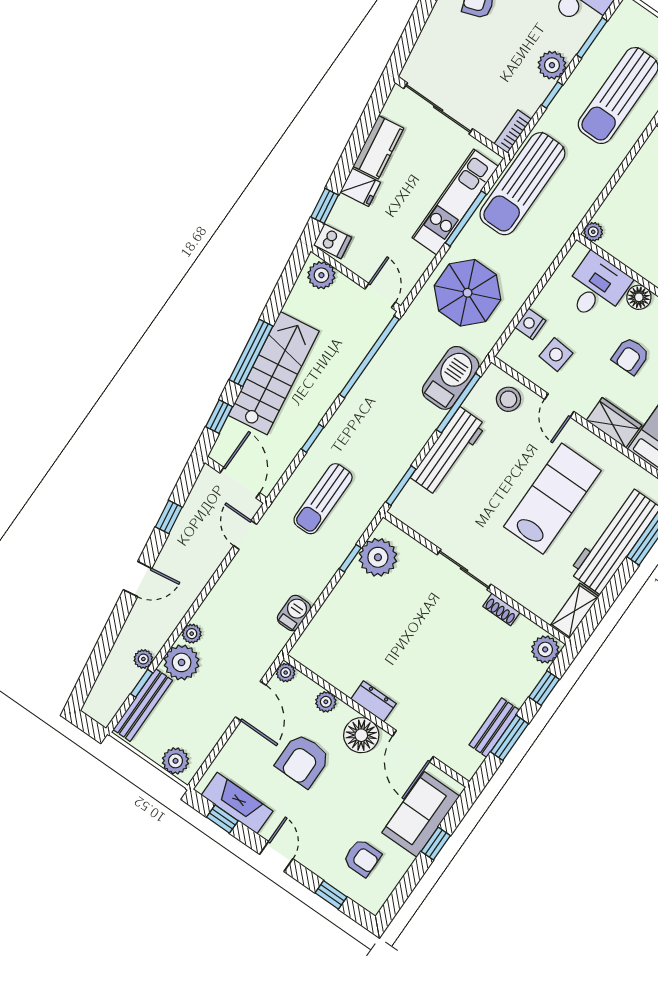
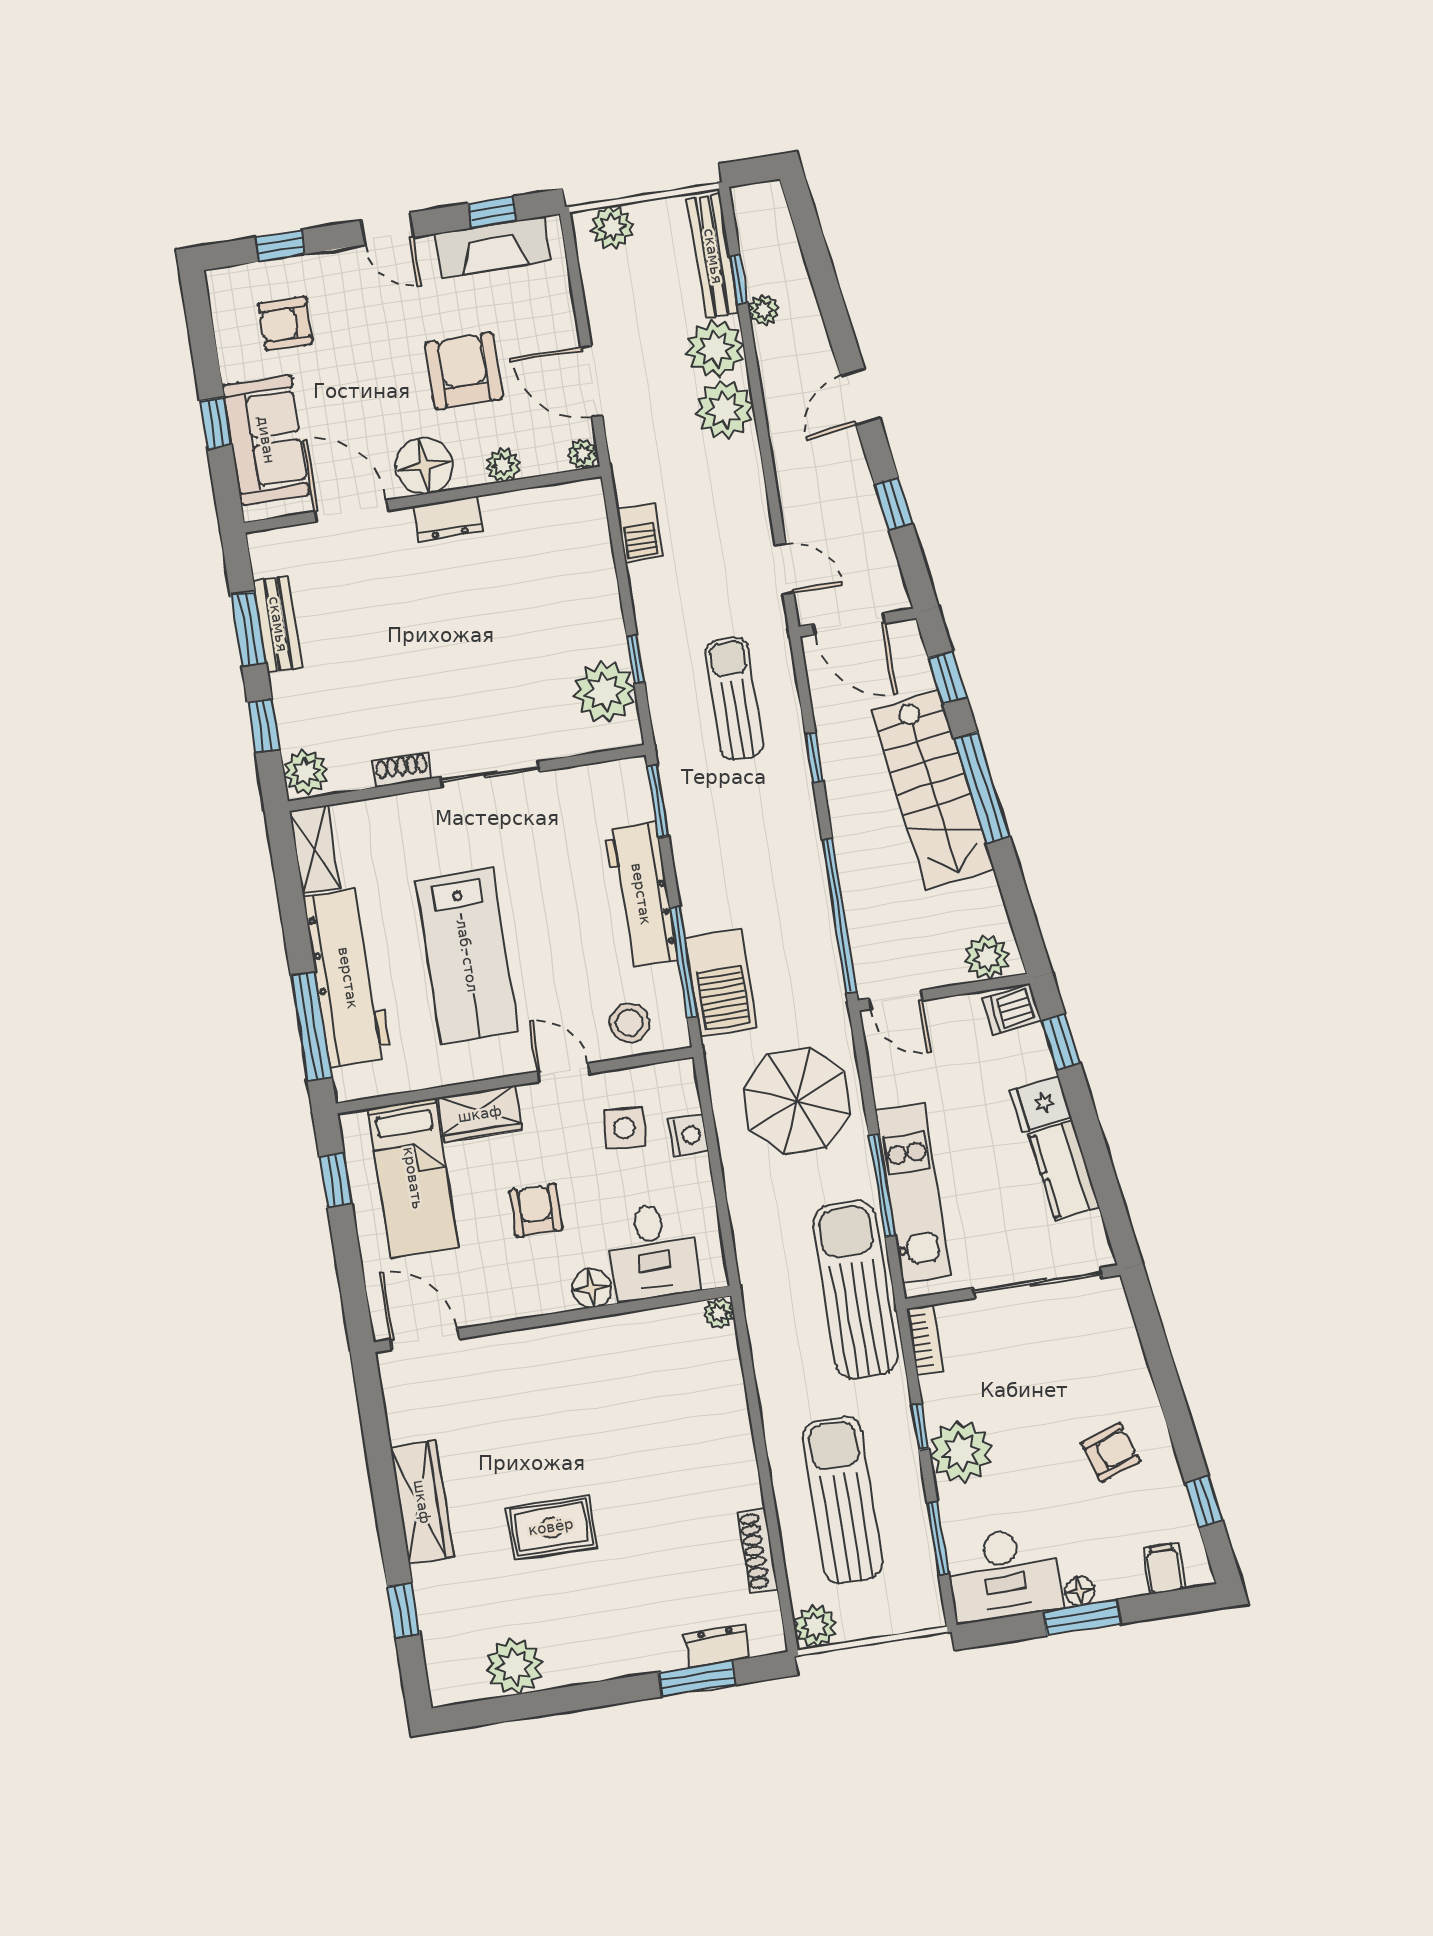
plant: (552, 65) -> (961, 1452), width x1.36, depth x1.36
plant: (192, 634) -> (725, 409), width x1.88, depth x1.88

